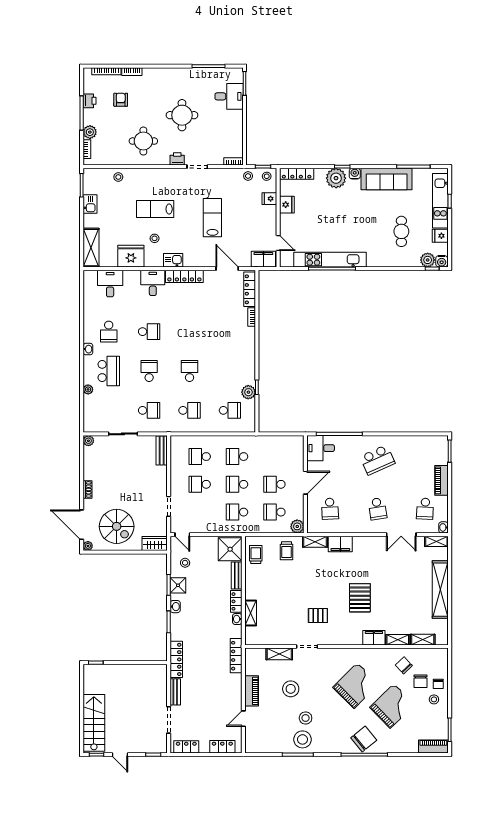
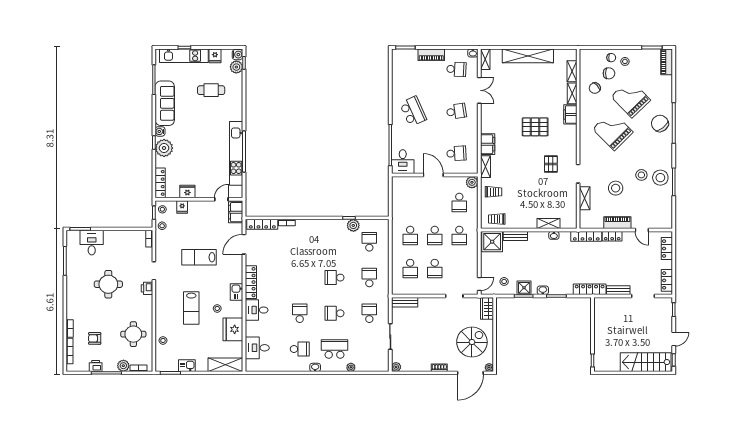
round table: (143, 141) -> (133, 334), moved
school desk: (274, 484) -> (435, 202), removed
locker: (236, 601) -> (612, 236), moved

